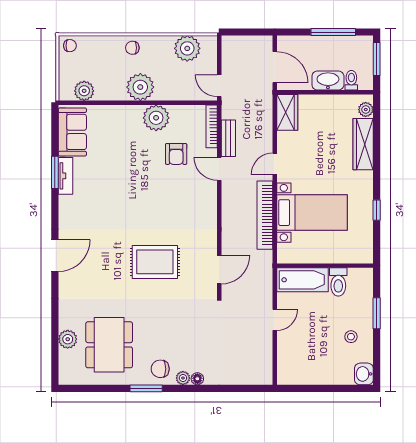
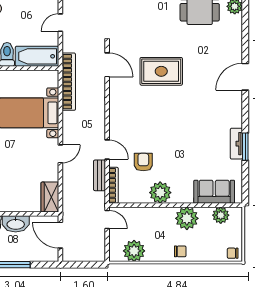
plant: (140, 87) -> (187, 218), moved
sofa: (72, 132) -> (214, 192), moved, turned 90
bookcase: (265, 215) -> (69, 82), moved
door: (219, 270) -> (107, 65), swing flipped

